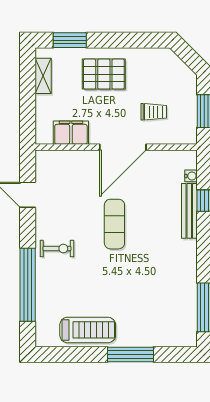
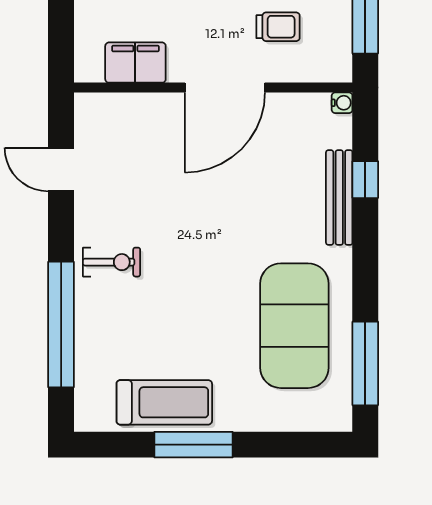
water cooler: (191, 176) -> (342, 103), moved
exercise mat: (114, 224) -> (294, 326), moved, width x2.00, depth x1.45
window: (130, 355) -> (194, 445), moved

